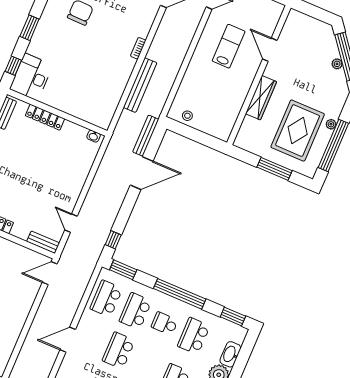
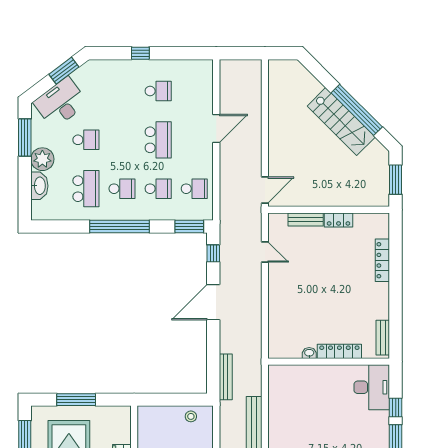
window: (13, 66) -> (396, 407), moved
washbasin: (94, 136) -> (309, 353), moved
door: (142, 173) -> (213, 302), moved
bench: (43, 242) -> (306, 219), moved
school desk: (106, 299) -> (194, 189), width x0.54
school desk: (135, 311) -> (158, 189), width x0.54
window: (233, 317) -> (54, 226), removed

